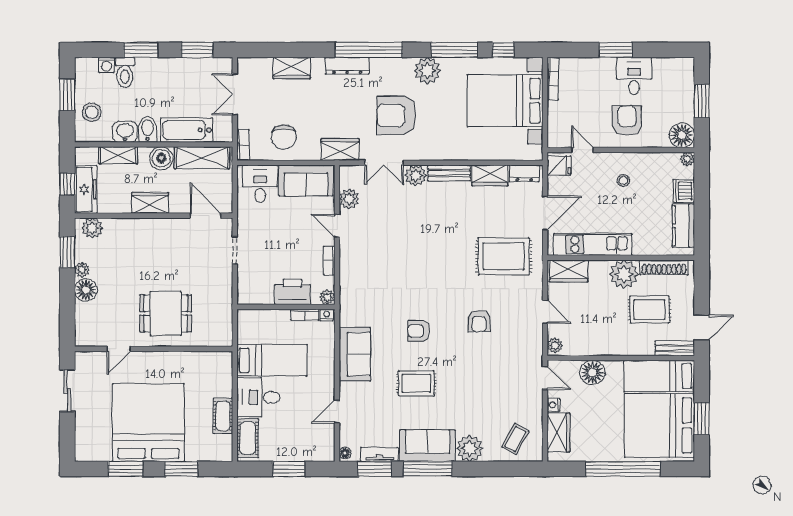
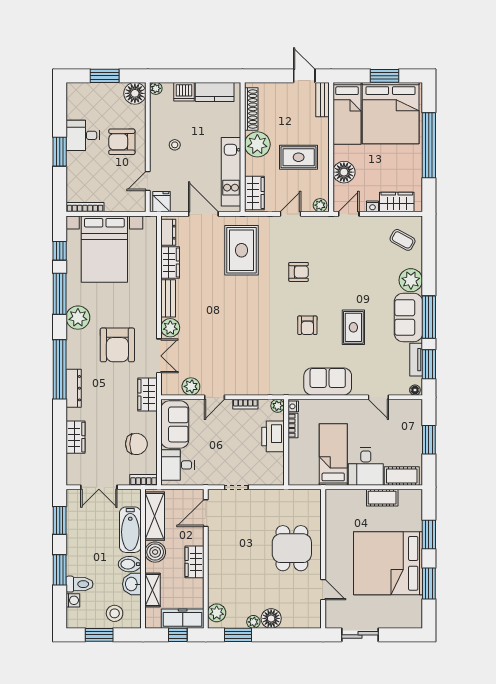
rug: (650, 310) -> (299, 157), moved, turned 90

